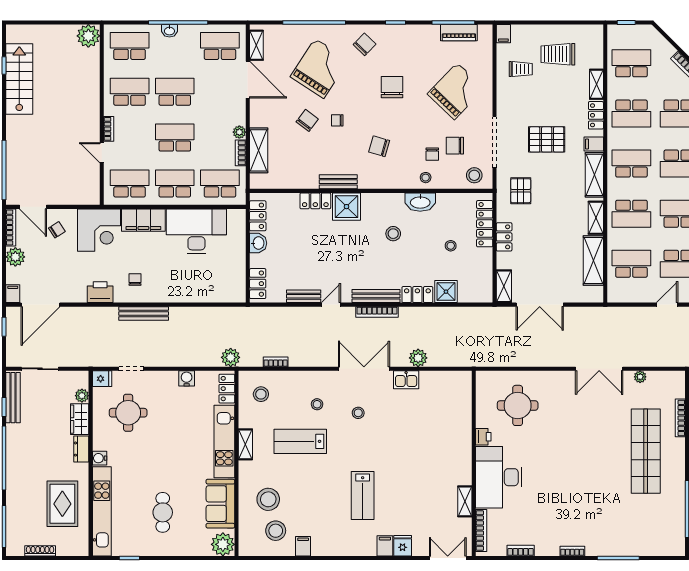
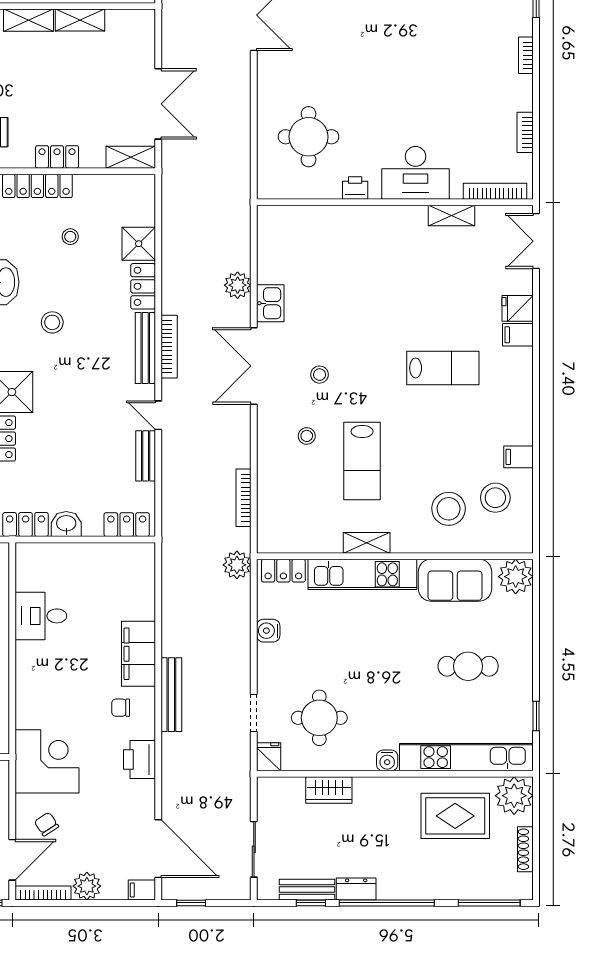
filing cabinet: (143, 220) -> (138, 654), moved, turned 180
desk: (196, 231) -> (41, 616), width x0.53, depth x0.77
shelving: (593, 261) -> (80, 20), width x0.67, depth x0.75
bookcase: (276, 362) -> (244, 498), width x1.56
stool: (261, 394) -> (292, 520), removed
plant: (82, 396) -> (514, 796), moved, width x1.88, depth x1.88
bench: (13, 398) -> (307, 890), width x0.73
dresser: (81, 449) -> (356, 889), moved, turned 180
desk: (499, 477) -> (416, 173), width x0.73, depth x0.77

